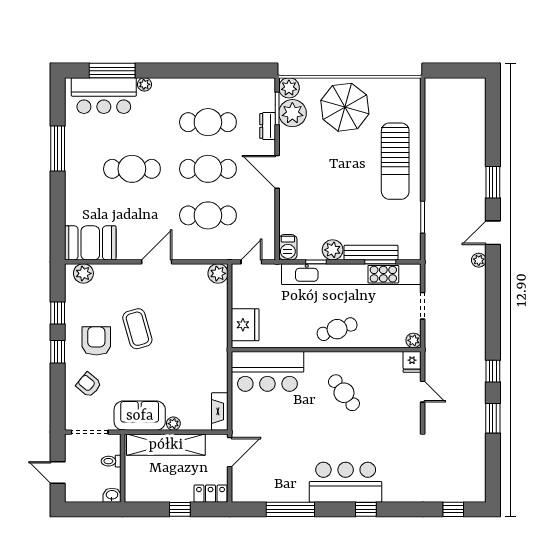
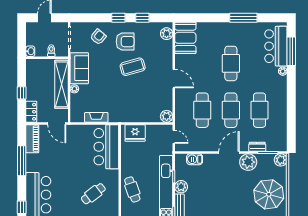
plant: (292, 113) -> (248, 162), moved
barbecue: (288, 247) -> (195, 159), moved
fireplace: (220, 411) -> (96, 117), moved
piano: (254, 492) -> (32, 139), added

